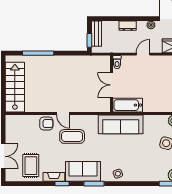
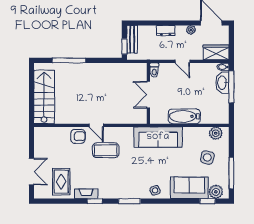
door: (143, 54) -> (182, 61), swing flipped
bathtub: (128, 105) -> (184, 116), moved
sofa: (83, 171) -> (189, 188), moved

